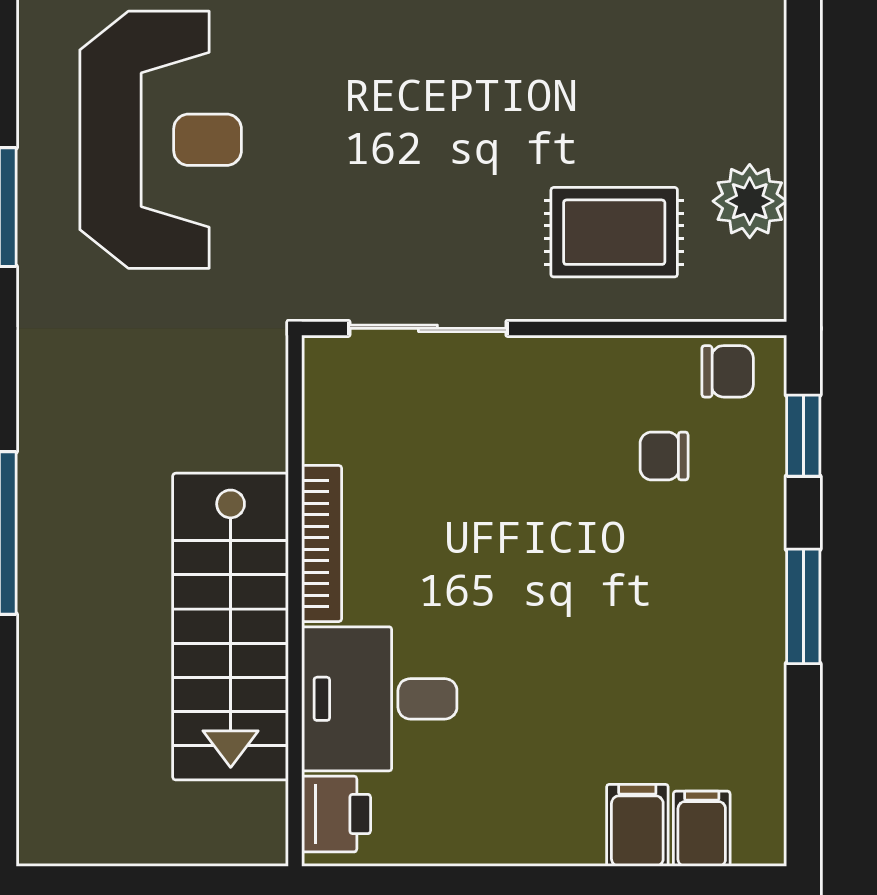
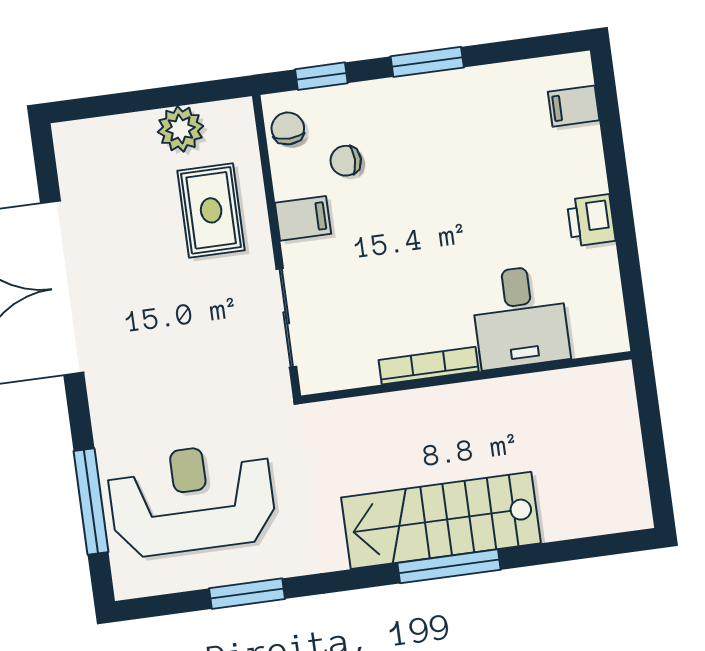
chair: (664, 456) -> (346, 161), turned 90
stairs: (231, 627) -> (441, 520), moved, turned 180
printer: (336, 814) -> (591, 220), moved, turned -90
filing cabinet: (637, 825) -> (303, 218), moved, turned 180

